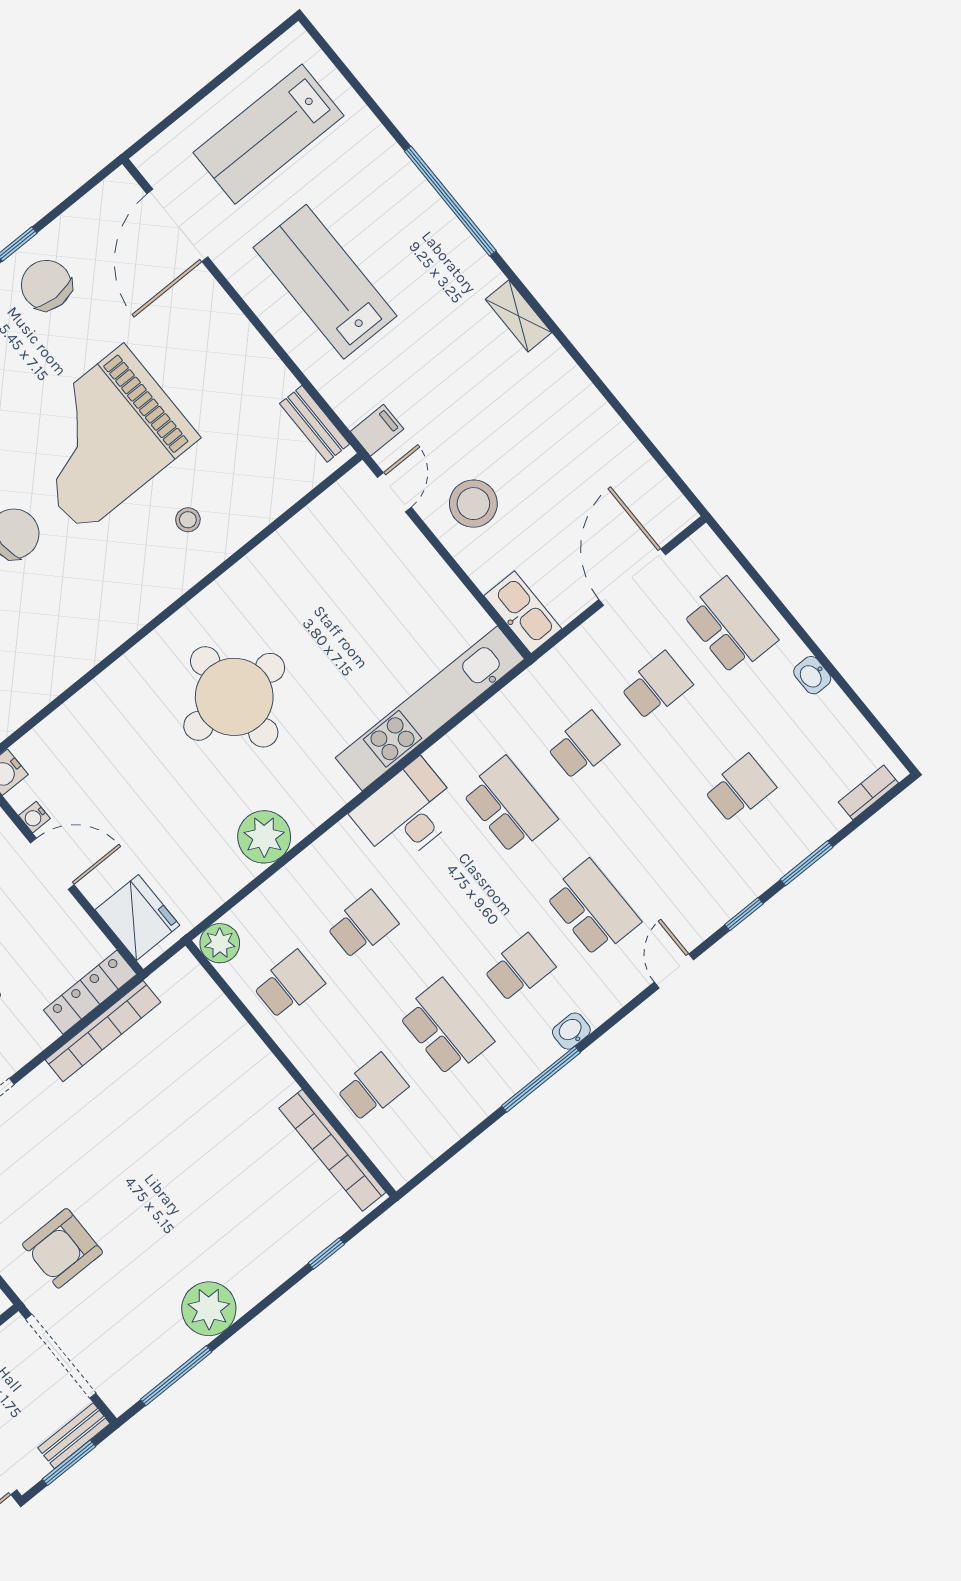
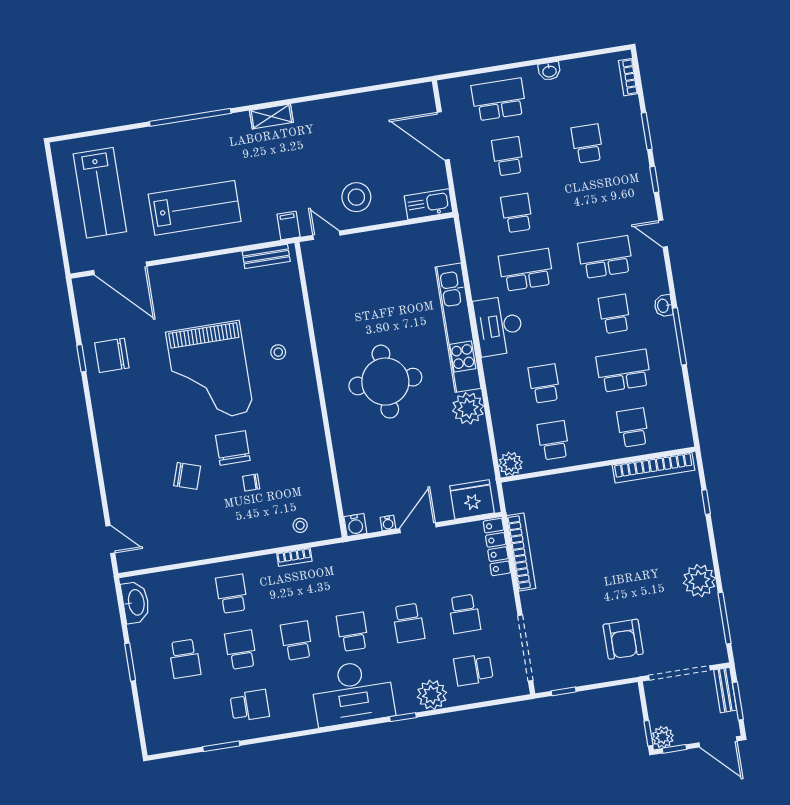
lab bench: (325, 282) -> (195, 208), turned 180
kitchen unit: (430, 708) -> (458, 328), moved

